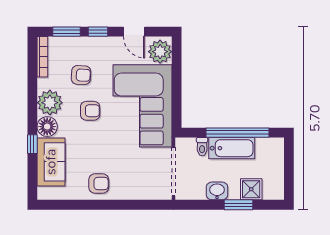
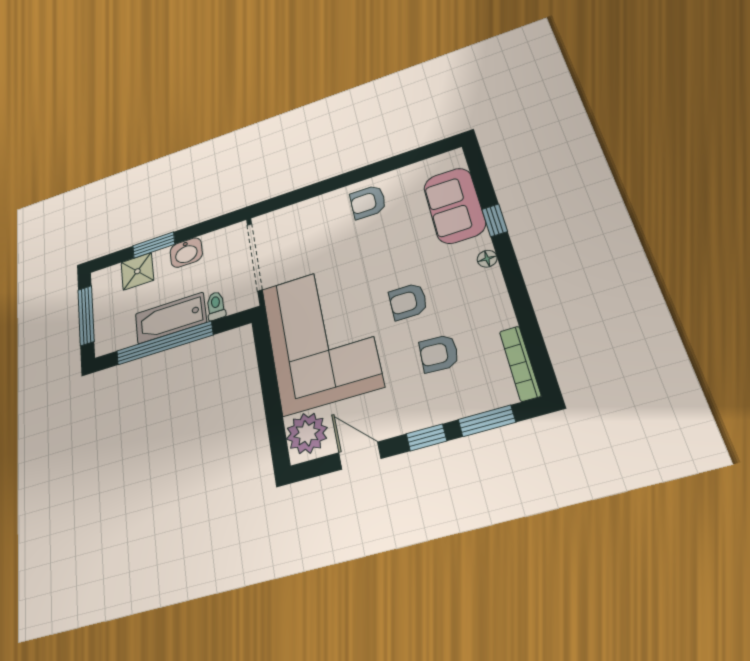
plant: (50, 103) -> (483, 292), removed
floor lamp: (47, 127) -> (487, 259), width x0.53, depth x0.53
window: (289, 169) -> (86, 315), added

